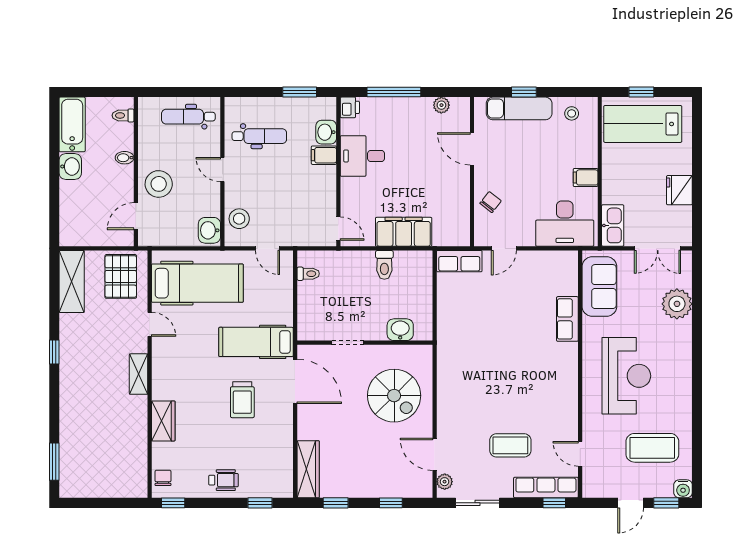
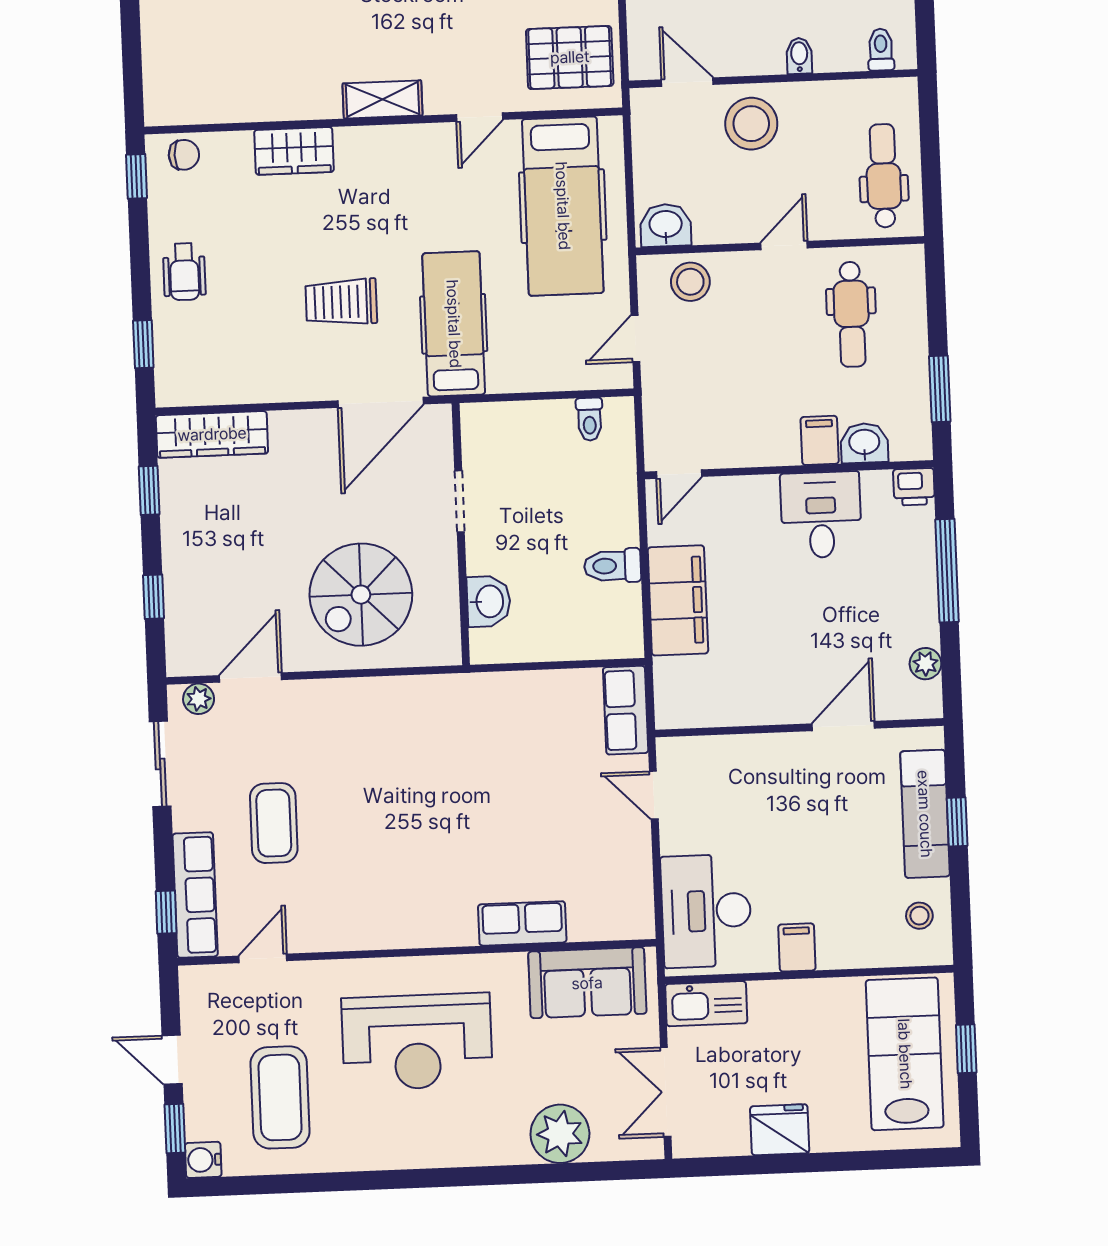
chair: (491, 202) -> (742, 766), removed

